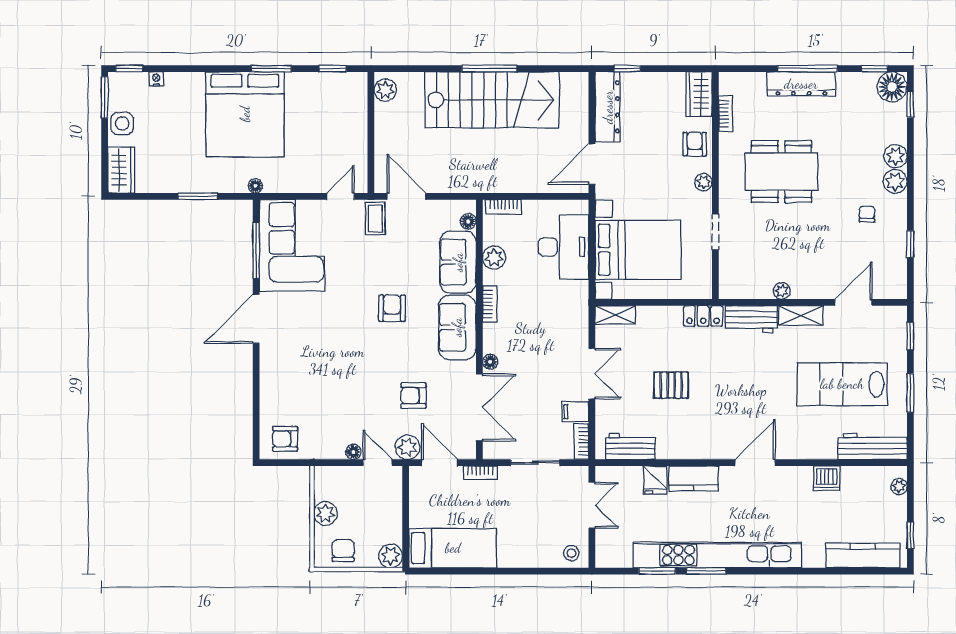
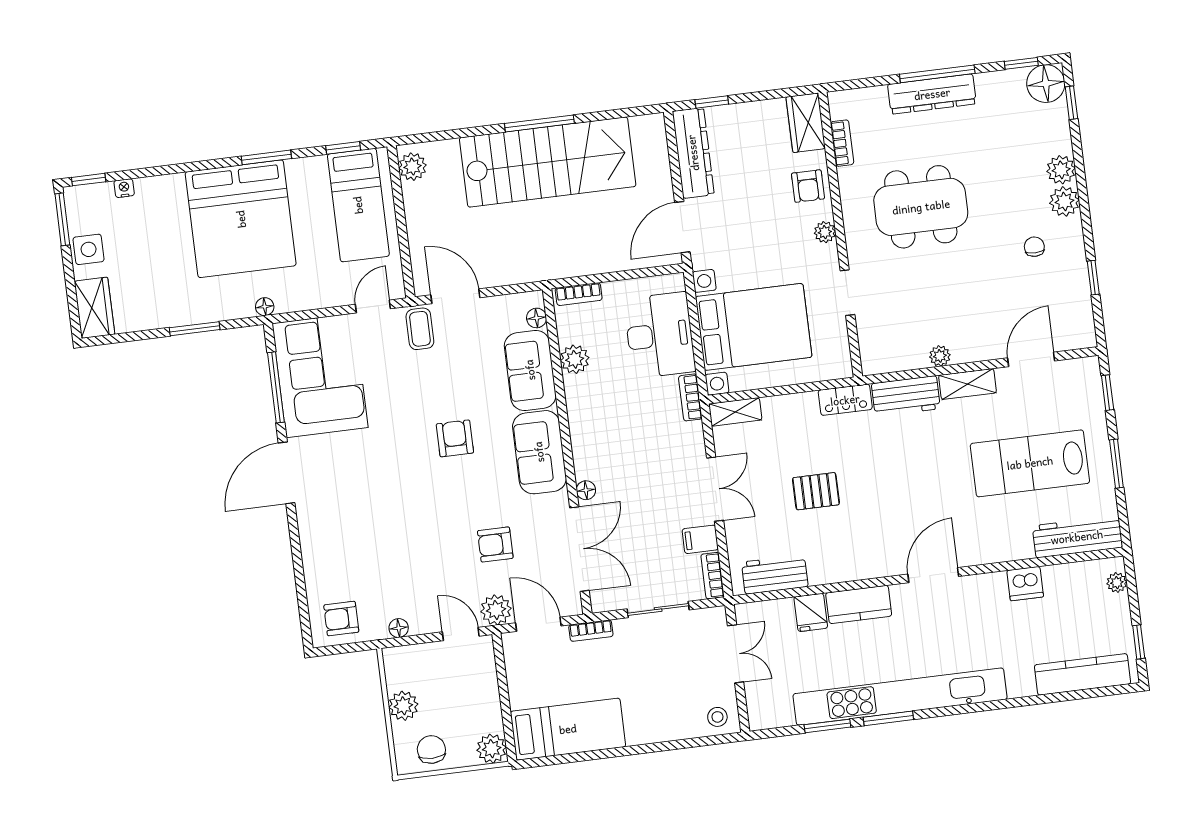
bed: (339, 115) -> (358, 205), added
armchair: (695, 144) -> (808, 186), turned 180
bookcase: (490, 304) -> (690, 397), moved, turned 180
floor lamp: (353, 452) -> (399, 628), moved

